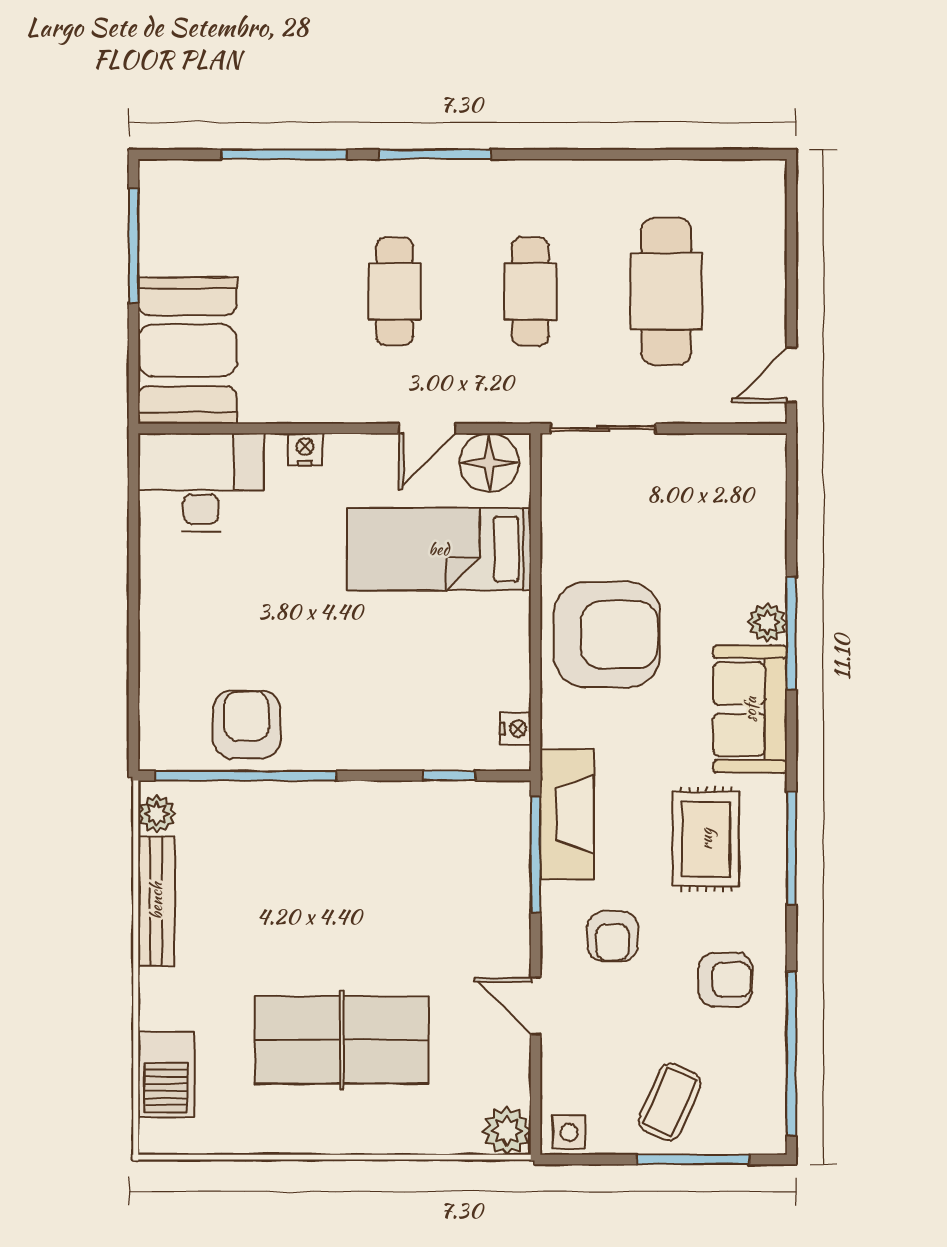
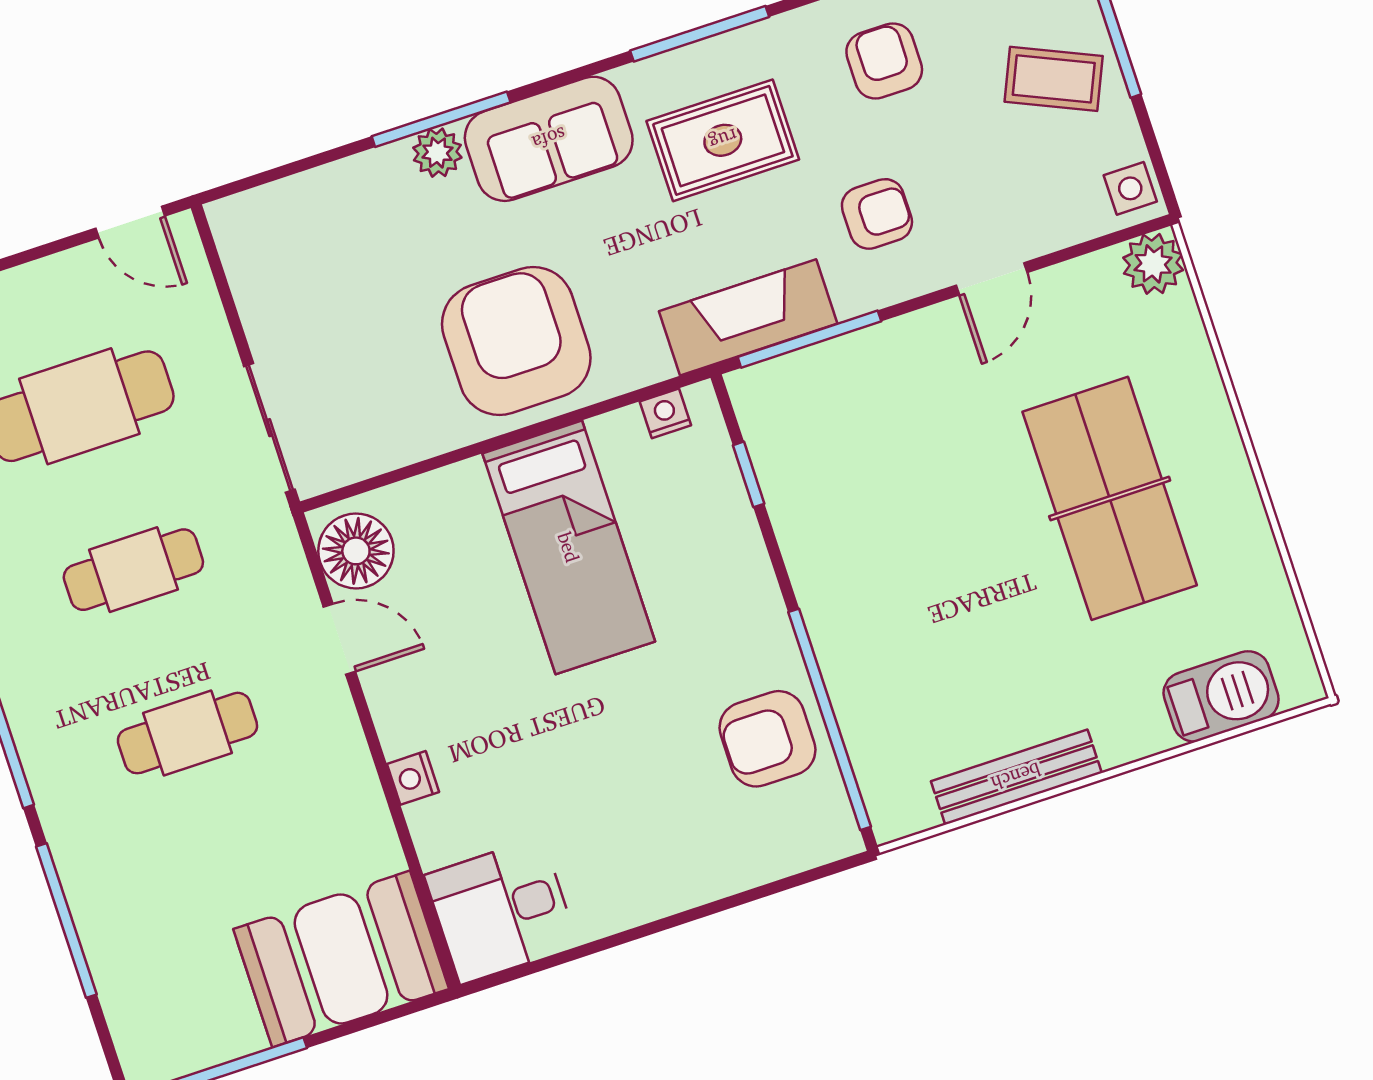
desk: (201, 482) -> (501, 911), width x0.73
bed: (439, 549) -> (569, 547), moved
plant: (157, 814) -> (911, 811), removed

